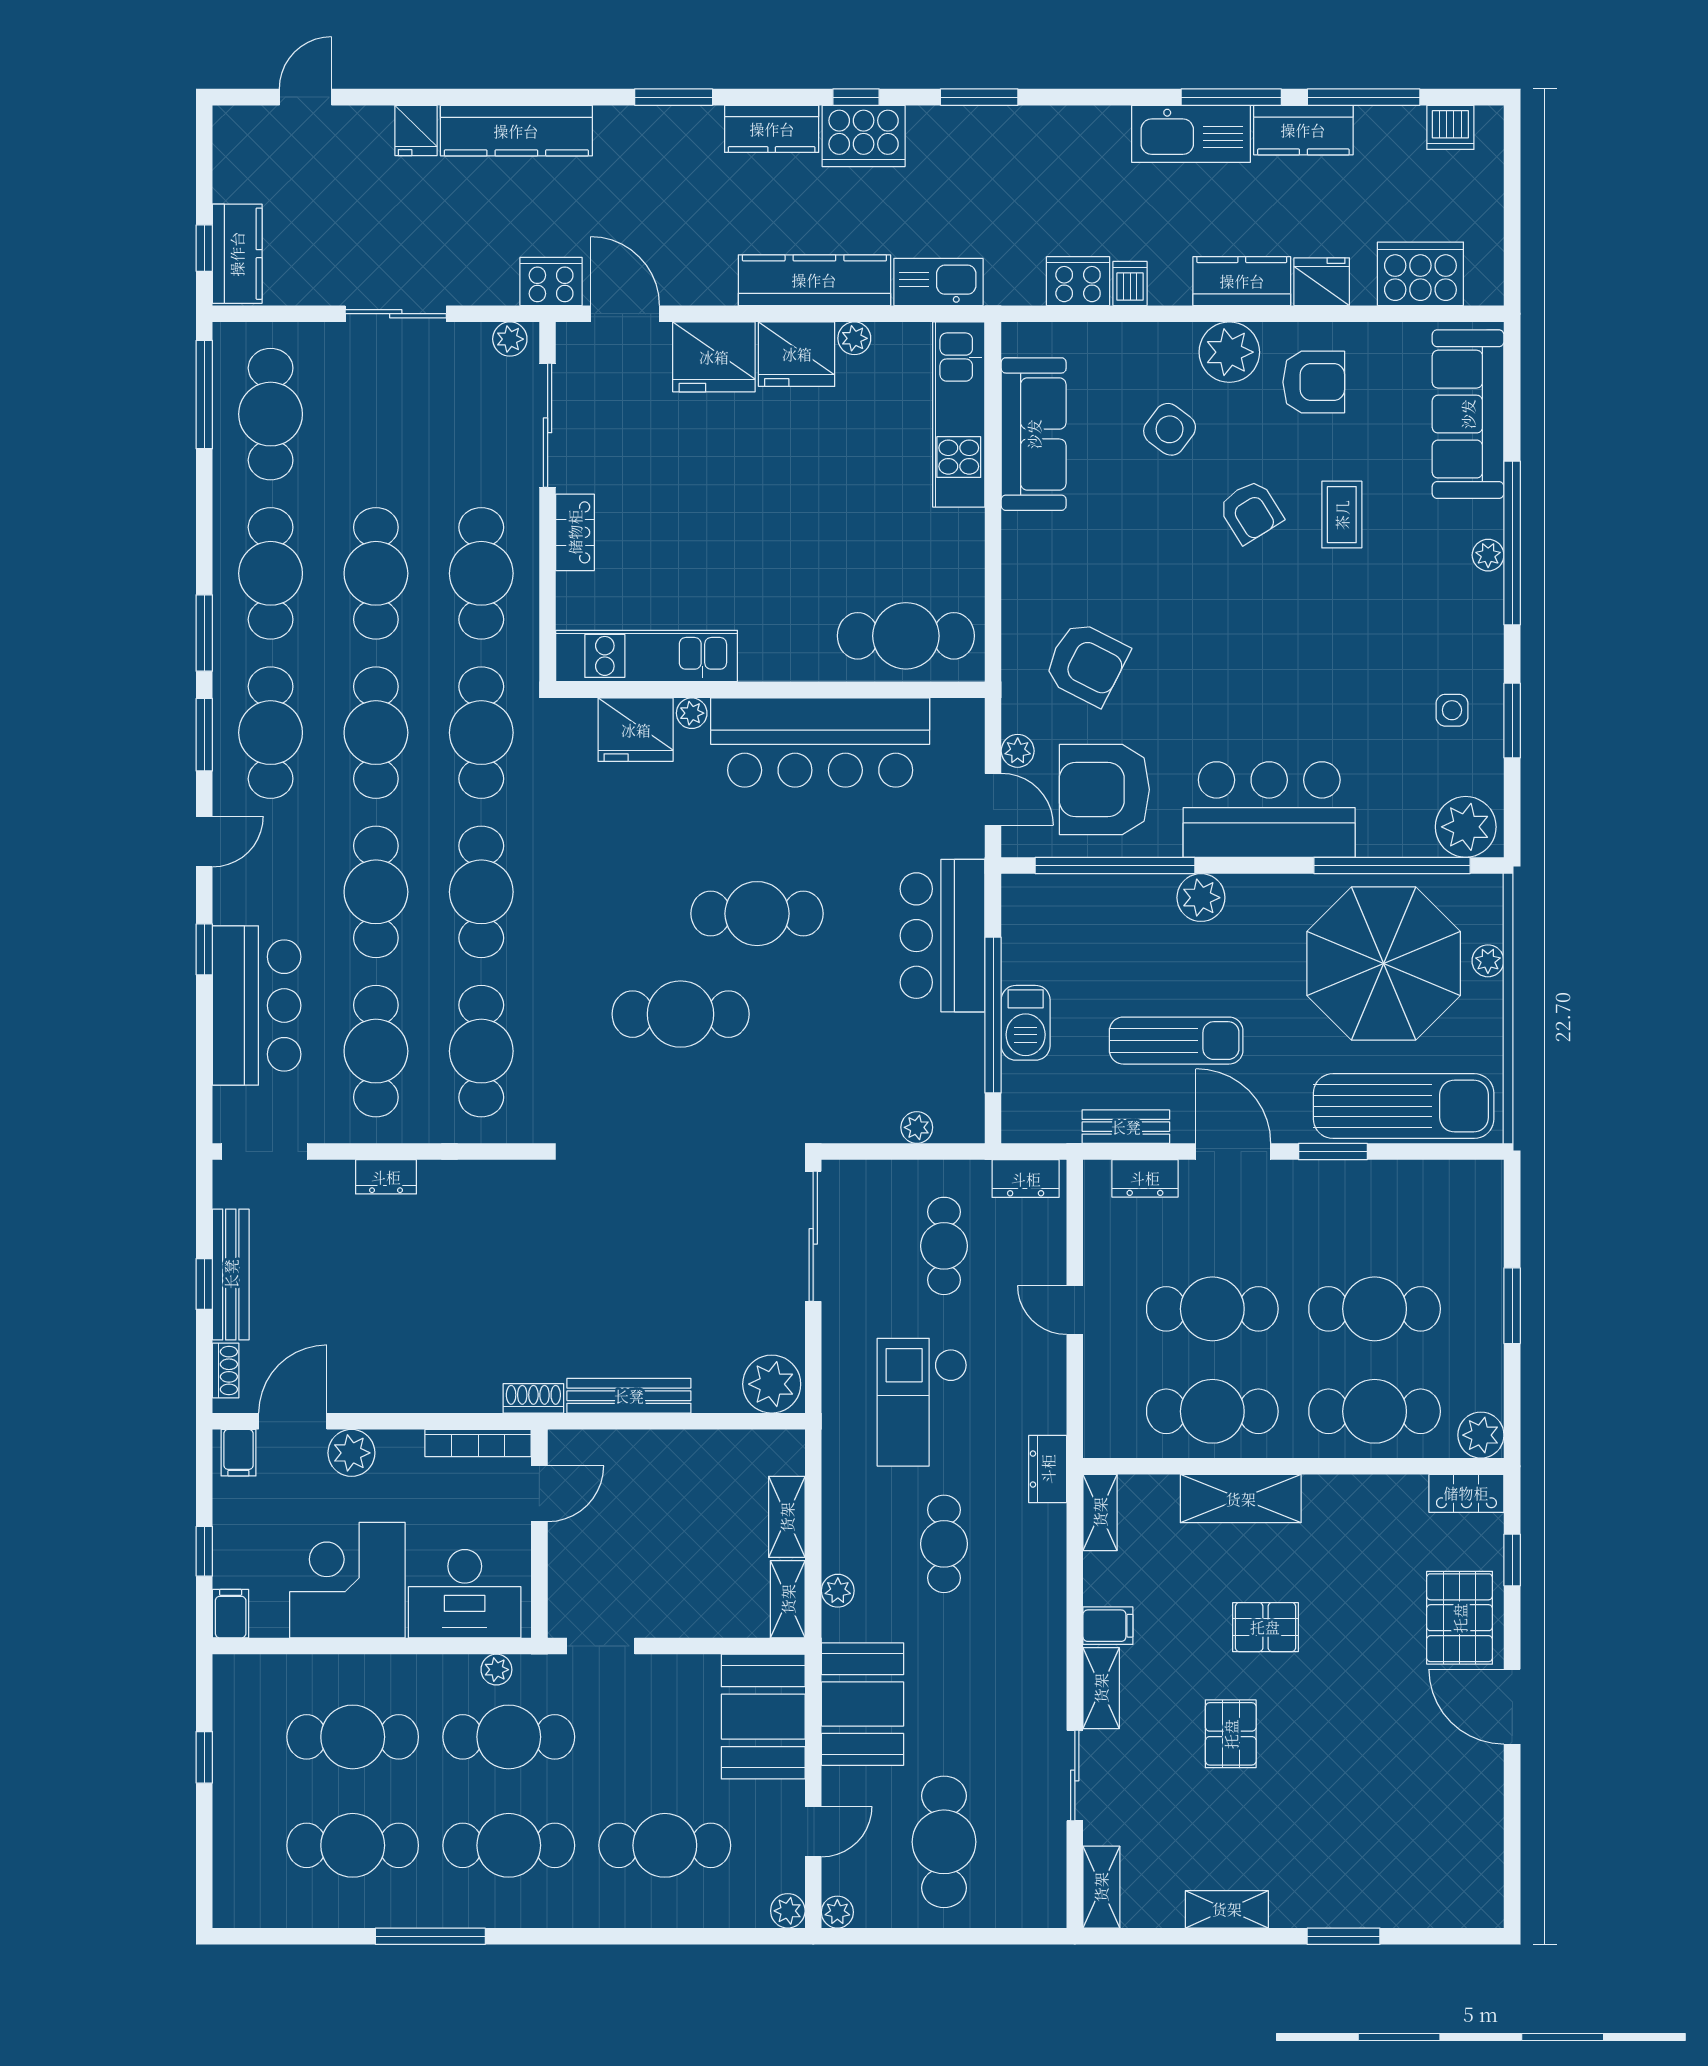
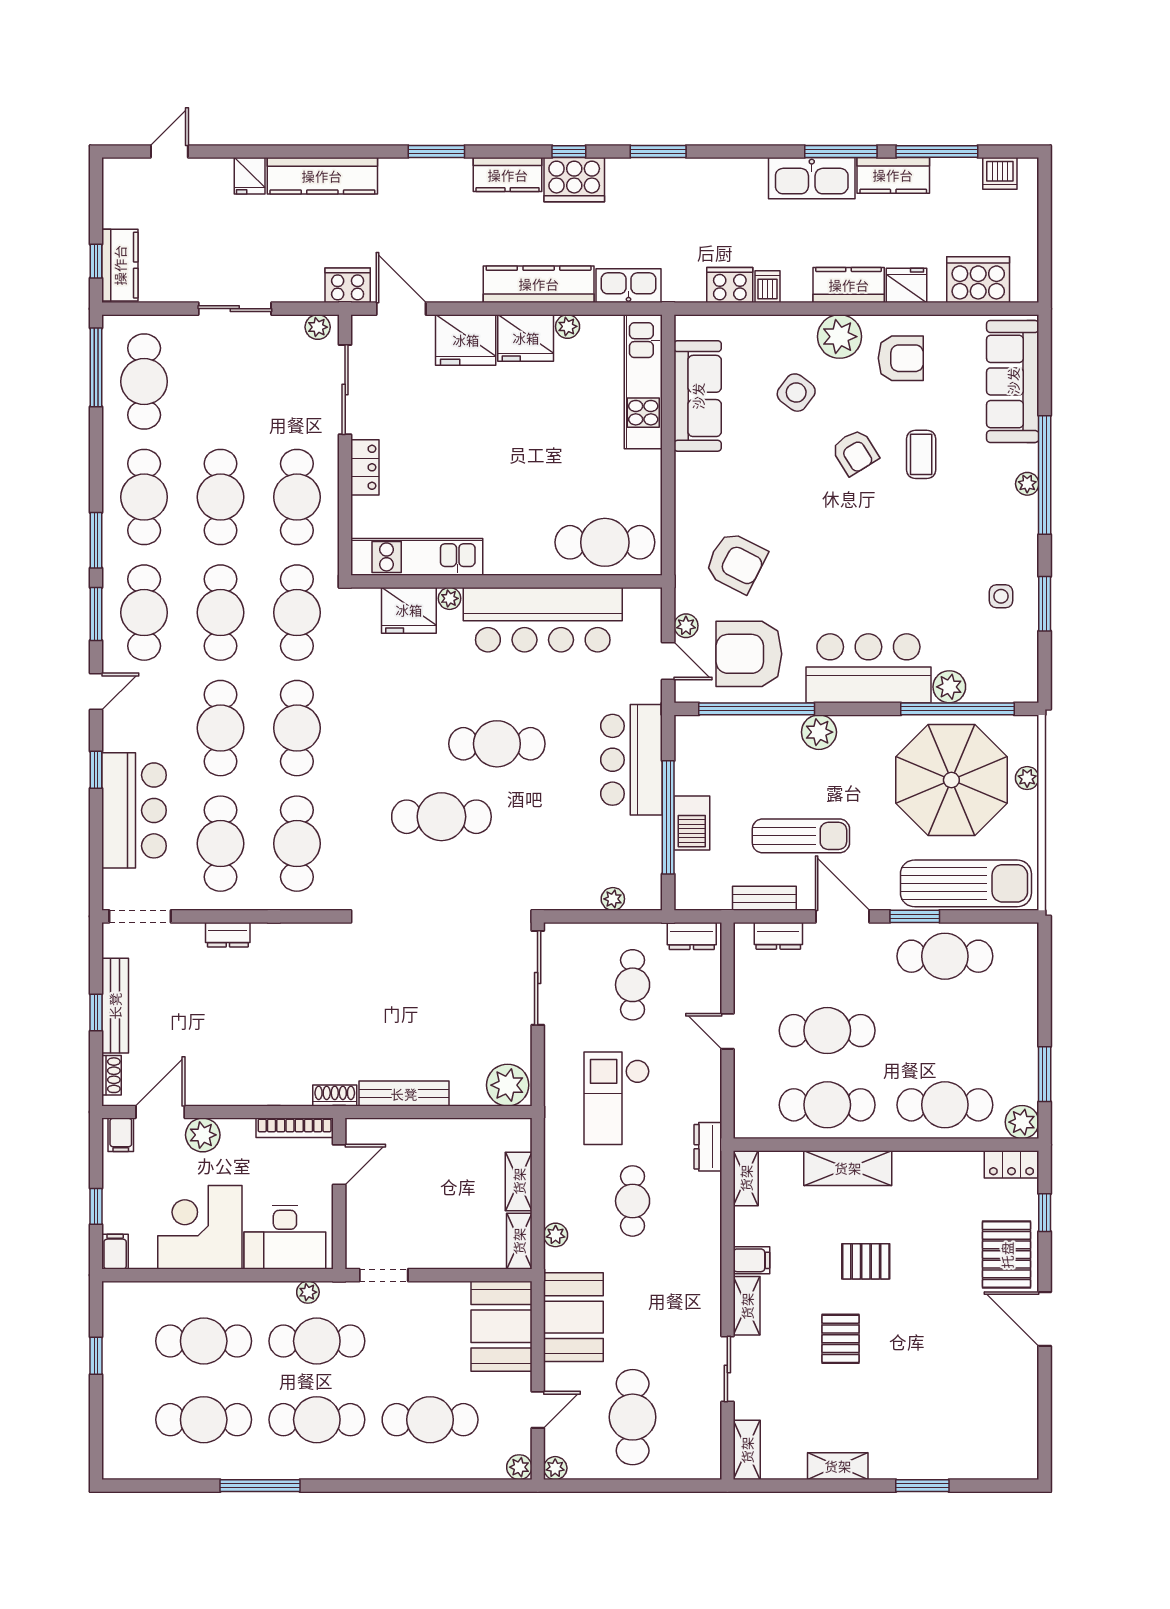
plant: (1466, 827) -> (949, 687), moved, width x0.73, depth x0.73
window: (1512, 1306) -> (1045, 1074), moved
cafe table: (1375, 1309) -> (945, 956), moved

